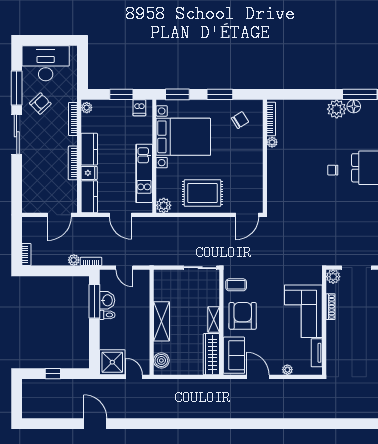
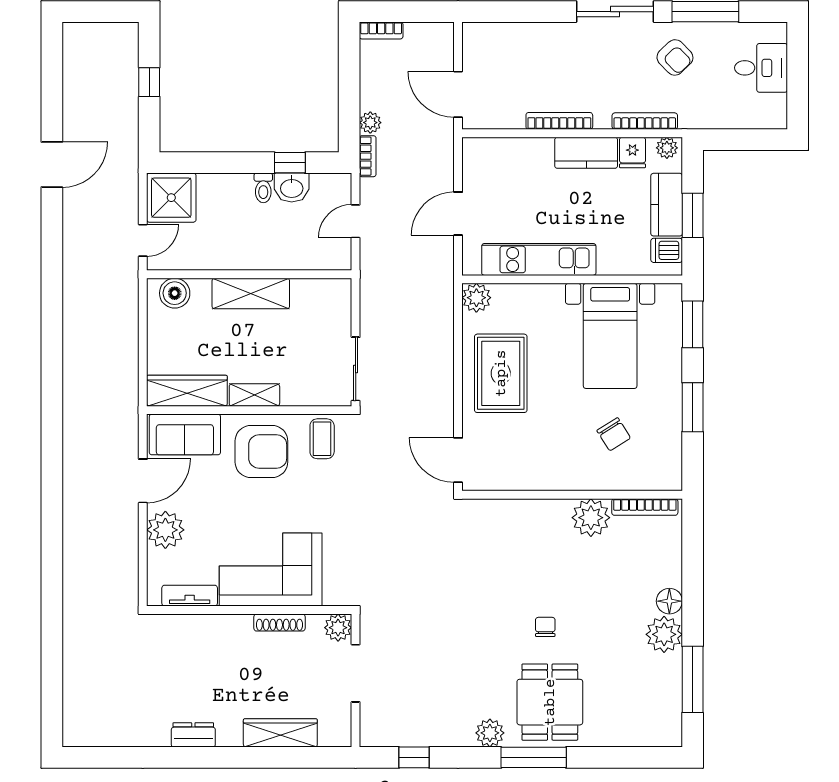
desk: (46, 63) -> (761, 68), width x0.53, depth x0.77
floor lamp: (354, 106) -> (669, 601), moved
chair: (240, 120) -> (614, 434), moved
bed with nightstands: (183, 137) -> (610, 336), width x0.73
plant: (272, 142) -> (591, 518), width x1.88, depth x1.88
fridge: (89, 173) -> (632, 153), moved
kitchen counter: (89, 197) -> (667, 205), moved, turned 90
window: (94, 301) -> (290, 163), width x0.46
plant: (287, 370) -> (165, 530), width x1.87, depth x1.87

